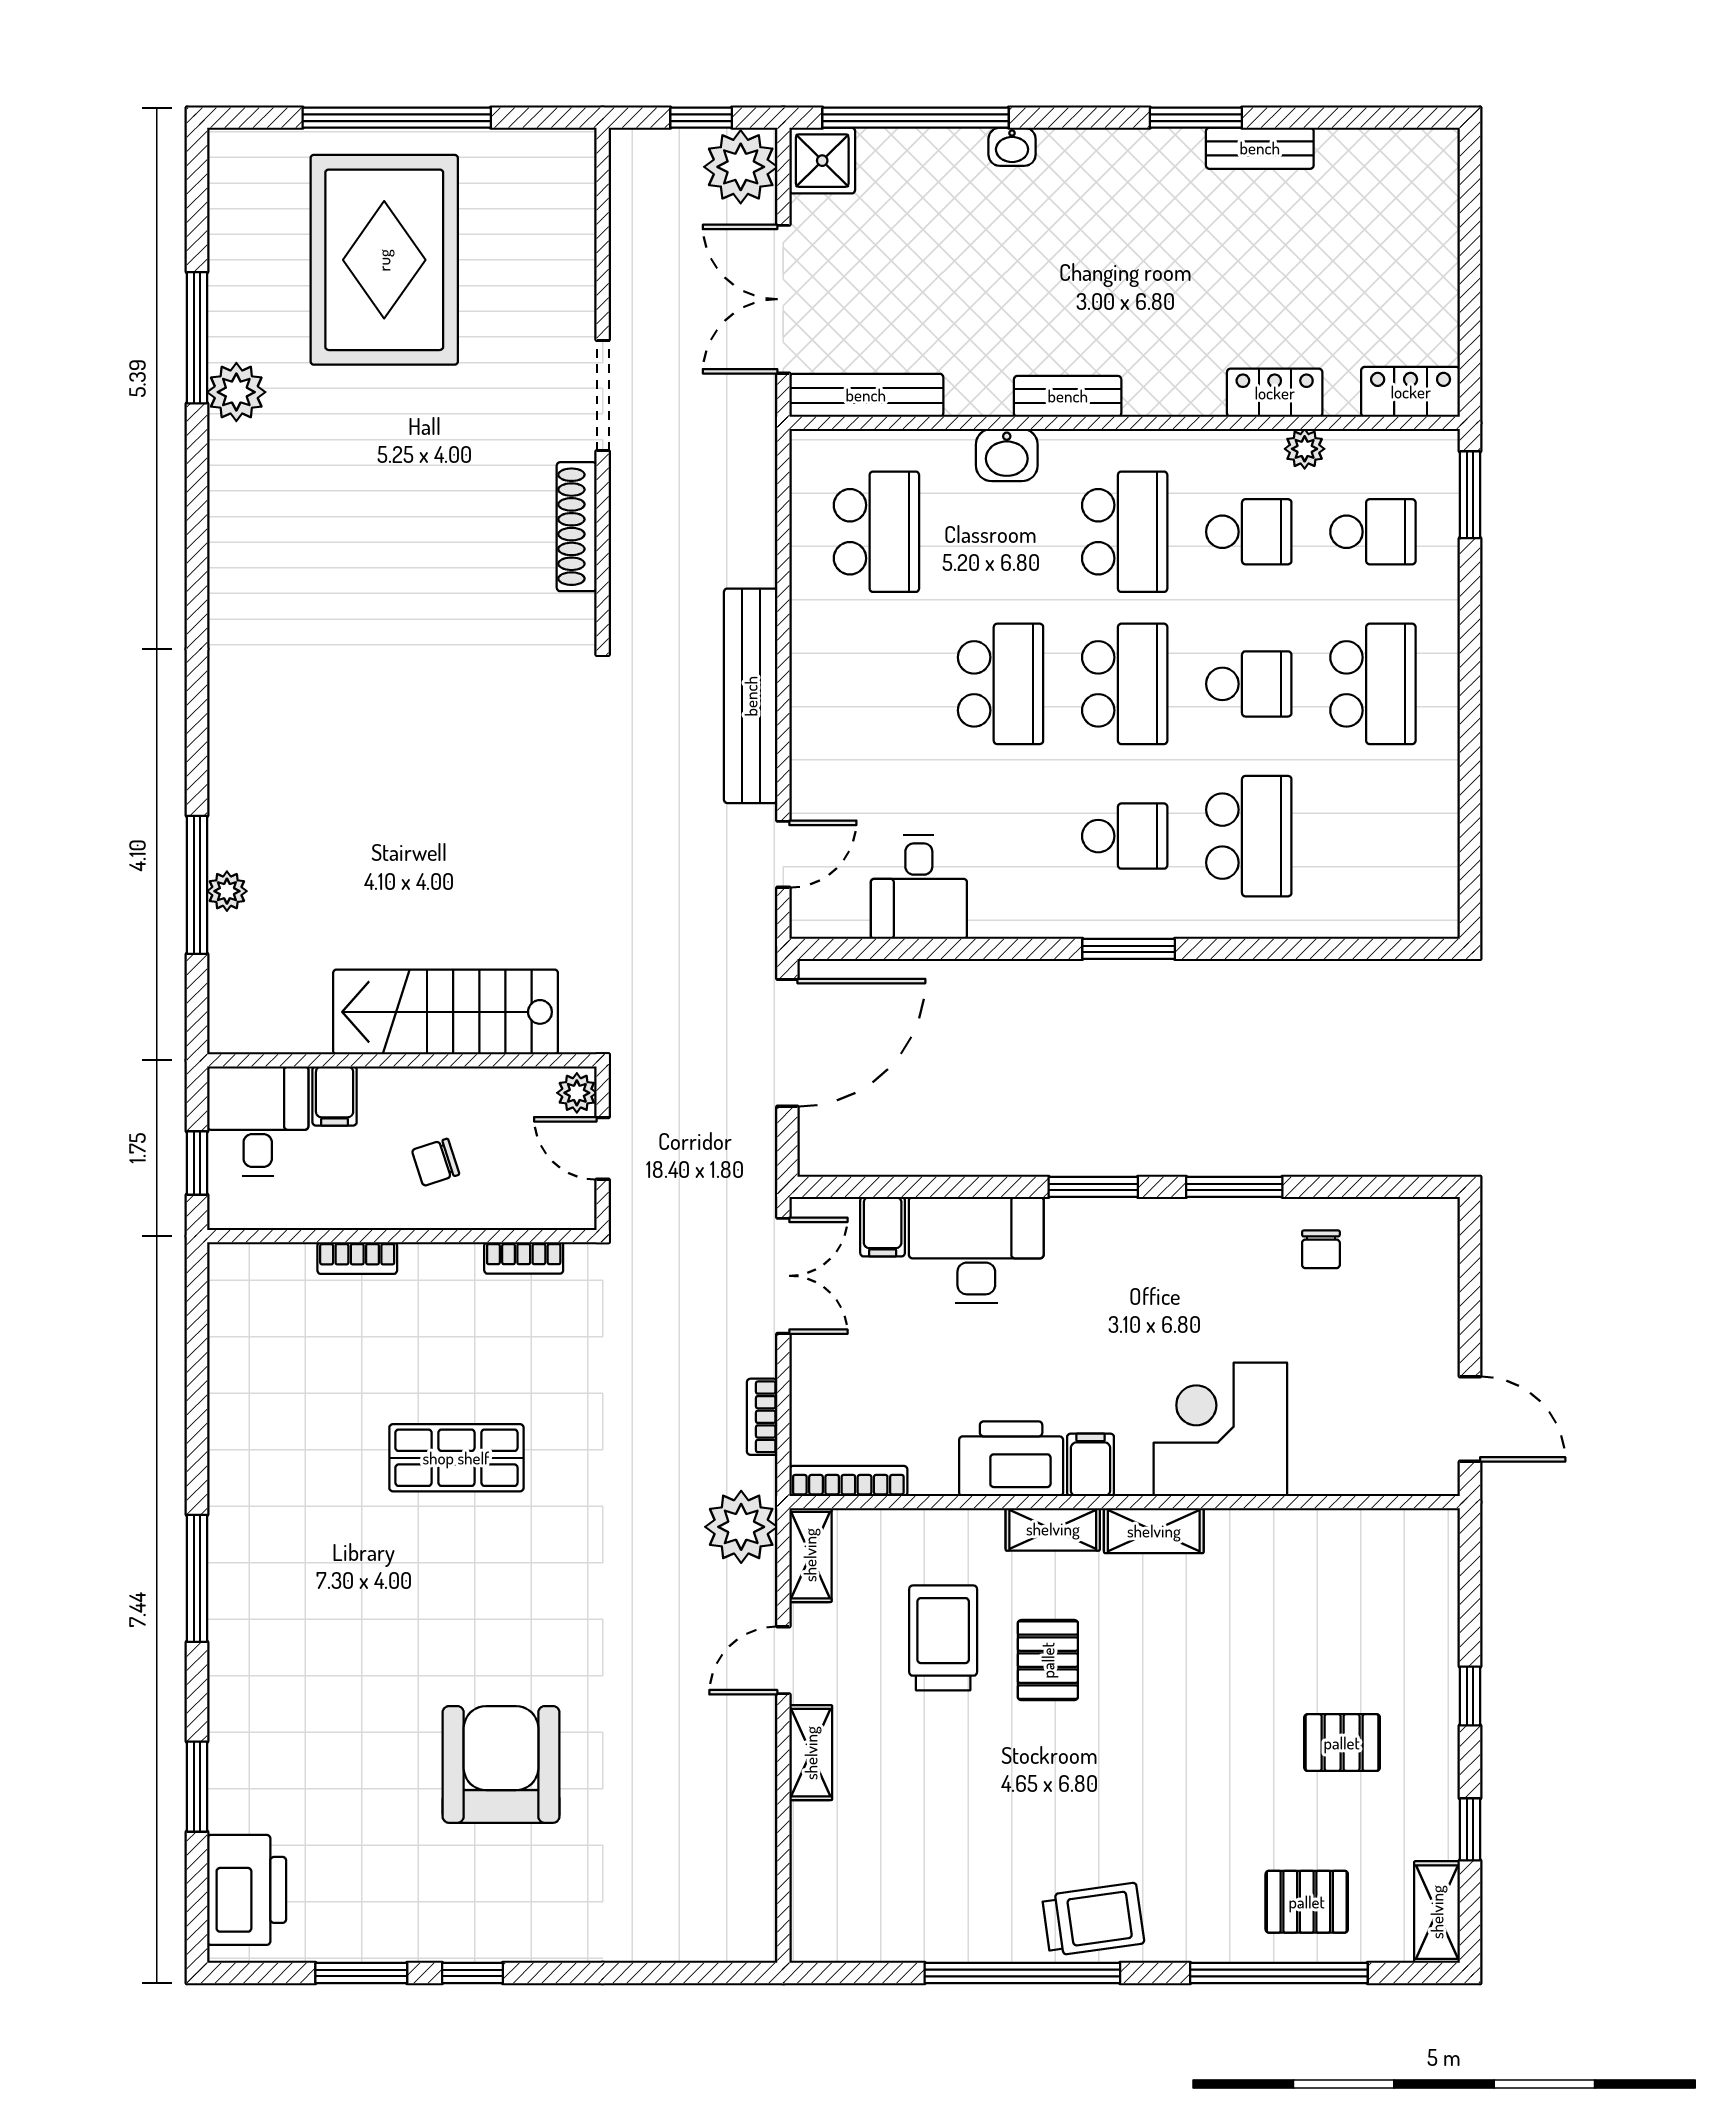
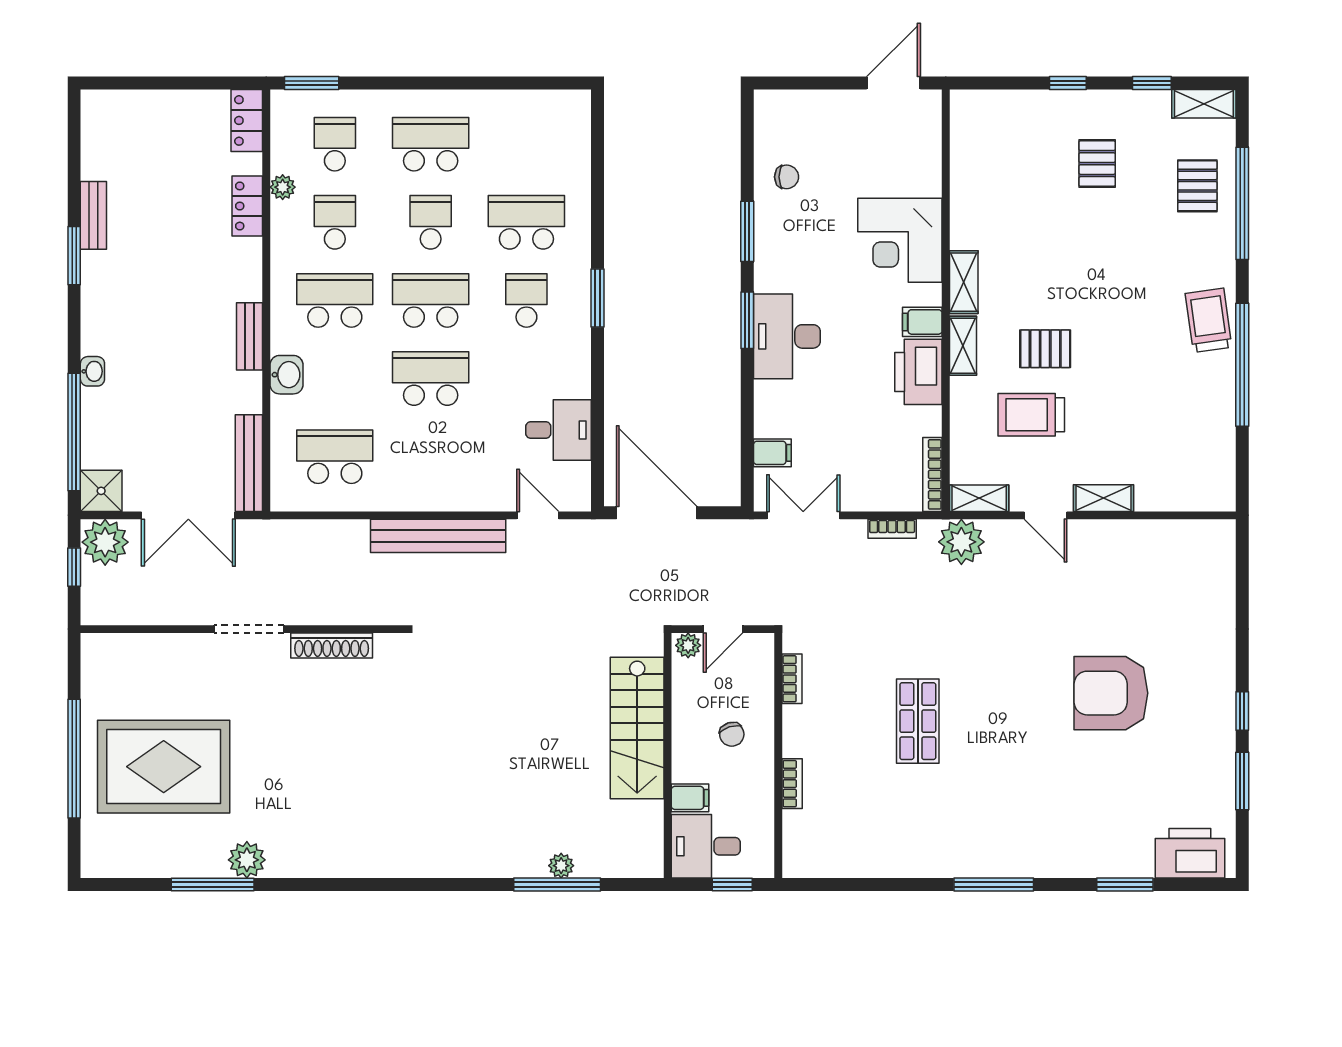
desk: (976, 1250) -> (787, 336), moved

